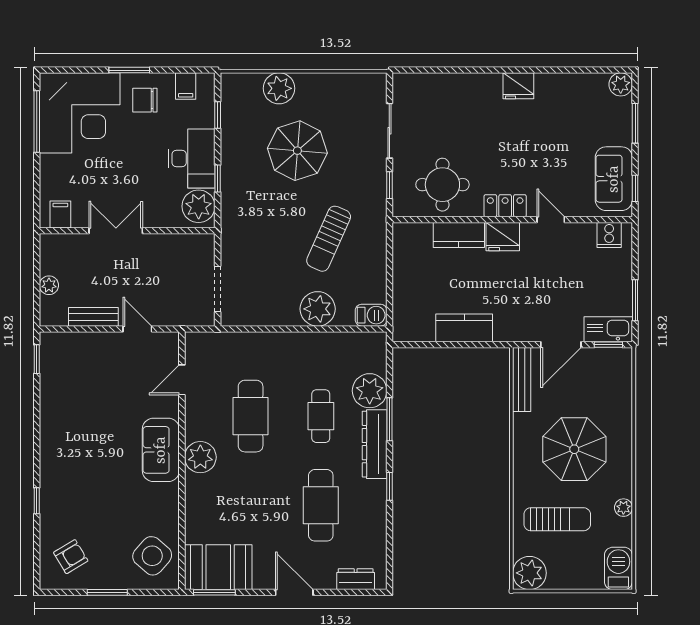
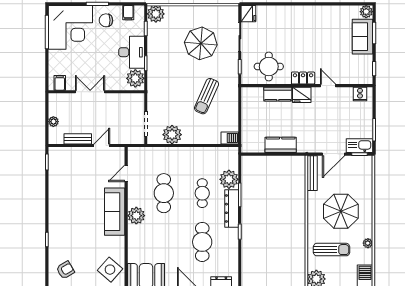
fridge: (518, 86) -> (248, 14), moved, turned -90
plant: (279, 88) -> (156, 14), moved
parasol: (297, 151) -> (201, 43), moved
sofa: (614, 179) -> (362, 37), moved
plant: (318, 309) -> (172, 135), moved
door: (137, 329) -> (102, 146), hinge flipped
sofa: (161, 450) -> (115, 212), width x1.36

